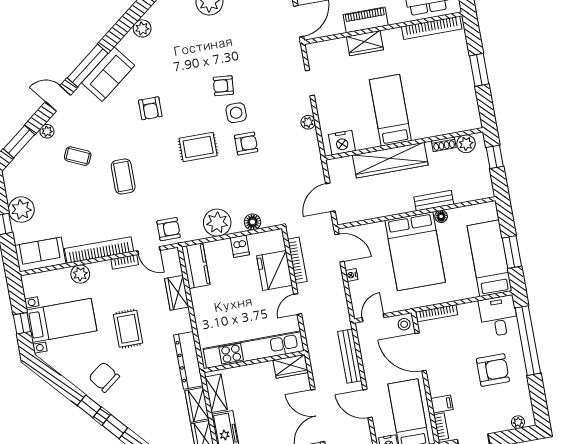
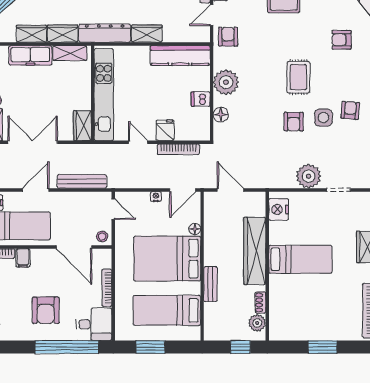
plant: (308, 122) -> (309, 176), width x1.88, depth x1.88
floor lamp: (441, 216) -> (195, 229), moved
armchair: (169, 229) -> (228, 37), turned 180
bed: (490, 258) -> (167, 310), moved, turned 180
kitchen counter: (196, 266) -> (180, 55), width x1.50
fridge: (274, 270) -> (165, 130), width x0.53, depth x0.75
wardrobe: (177, 293) -> (147, 34), moved
bookcase: (437, 313) -> (107, 288), moved
door: (421, 352) -> (74, 247), swing flipped

